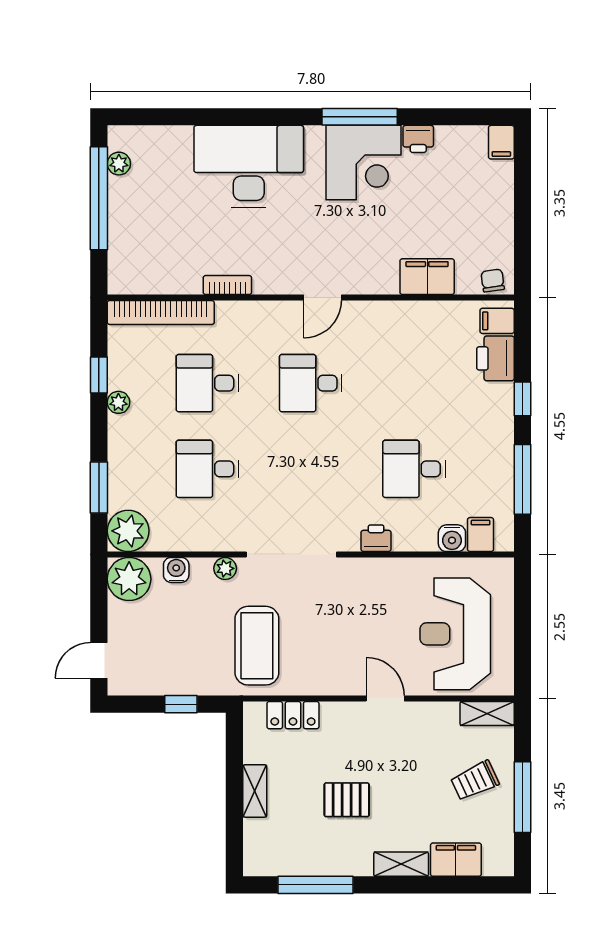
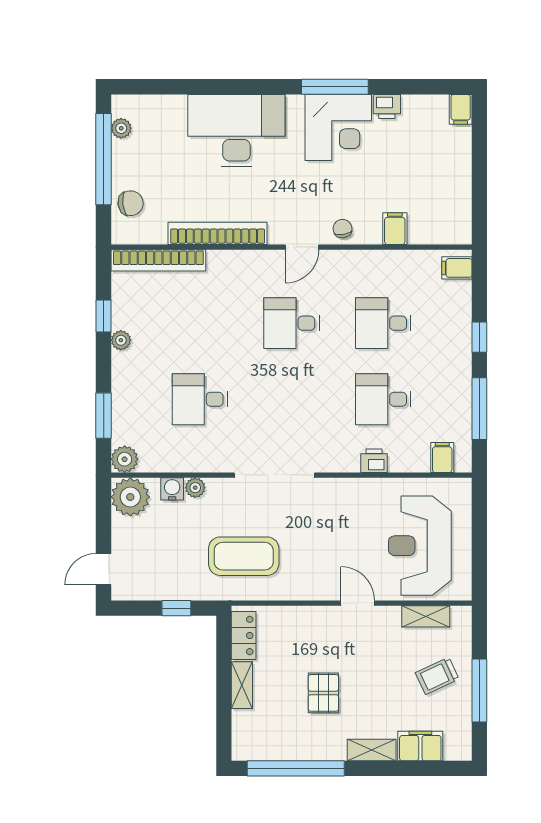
chair: (129, 248) -> (131, 203), added
filing cabinet: (427, 277) -> (395, 229), width x0.50
chair: (493, 281) -> (343, 229), moved
bookcase: (227, 285) -> (218, 233), width x2.31, depth x1.31
printer: (495, 358) -> (455, 301), removed
desk: (207, 383) -> (383, 323), moved
plant: (128, 531) -> (125, 459), width x0.73, depth x0.73
printer: (376, 538) -> (374, 461), moved
water cooler: (452, 538) -> (417, 461), removed
plant: (225, 568) -> (195, 488), moved
coffee table: (257, 646) -> (244, 556), turned 90
shelving: (487, 713) -> (426, 616), moved
locker: (293, 715) -> (244, 635), moved, turned -90
pallet: (347, 800) -> (323, 693), turned 90
window: (316, 885) -> (296, 768), width x1.46

